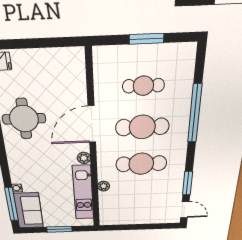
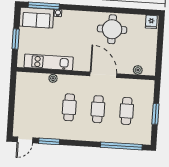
window: (195, 114) -> (121, 146), moved
cafe table: (142, 127) -> (98, 109), width x0.73, depth x0.74
plant: (84, 158) -> (138, 70), moved
cafe table: (141, 164) -> (69, 107), width x0.73, depth x0.74

